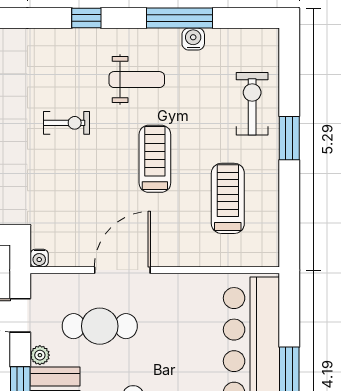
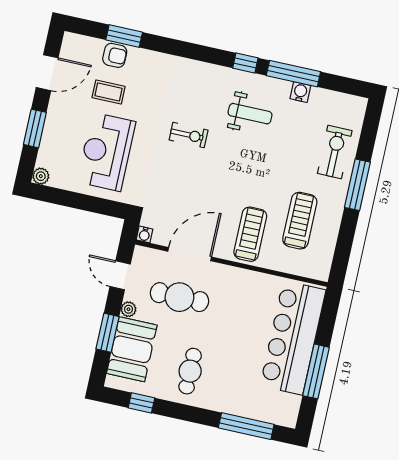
window: (86, 18) -> (245, 63), moved
window: (289, 138) -> (357, 185), width x1.44
treadmill: (155, 159) -> (250, 234), moved
door: (122, 270) -> (190, 254), moved

